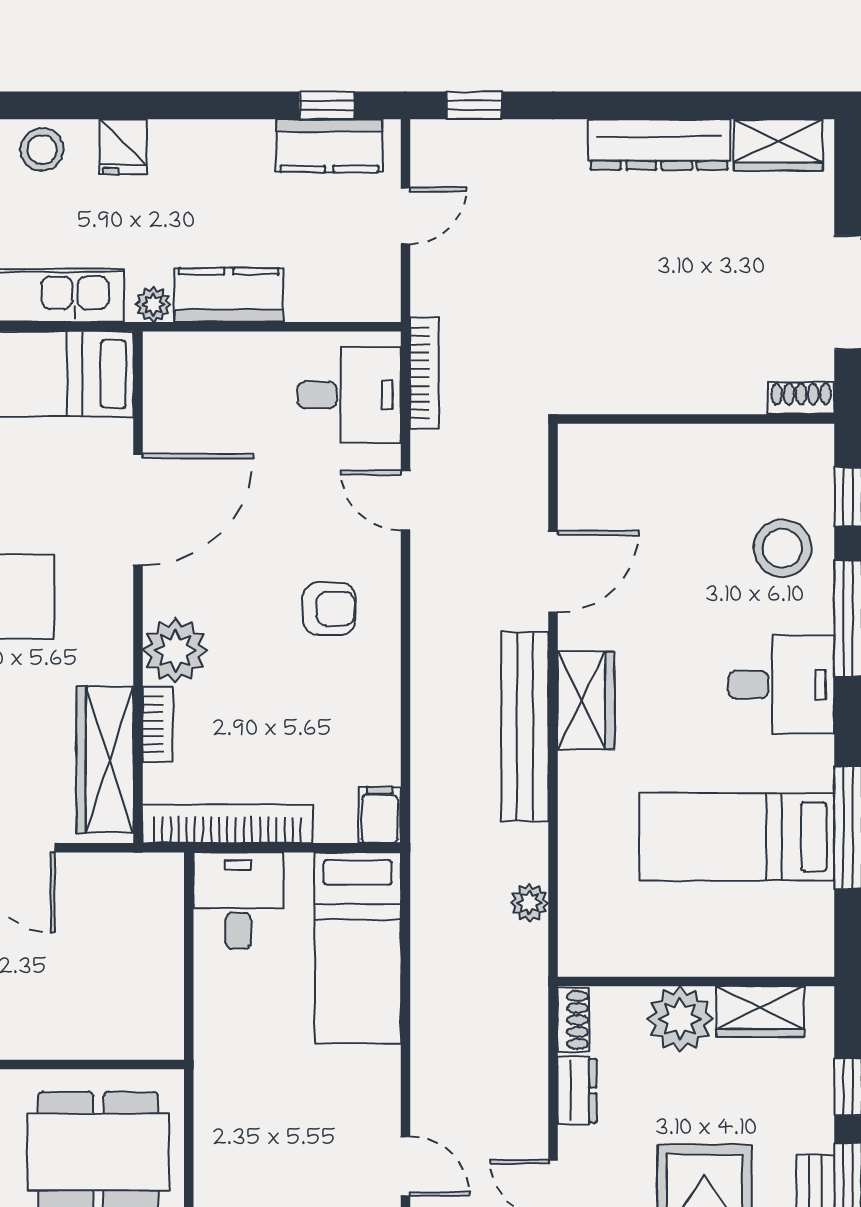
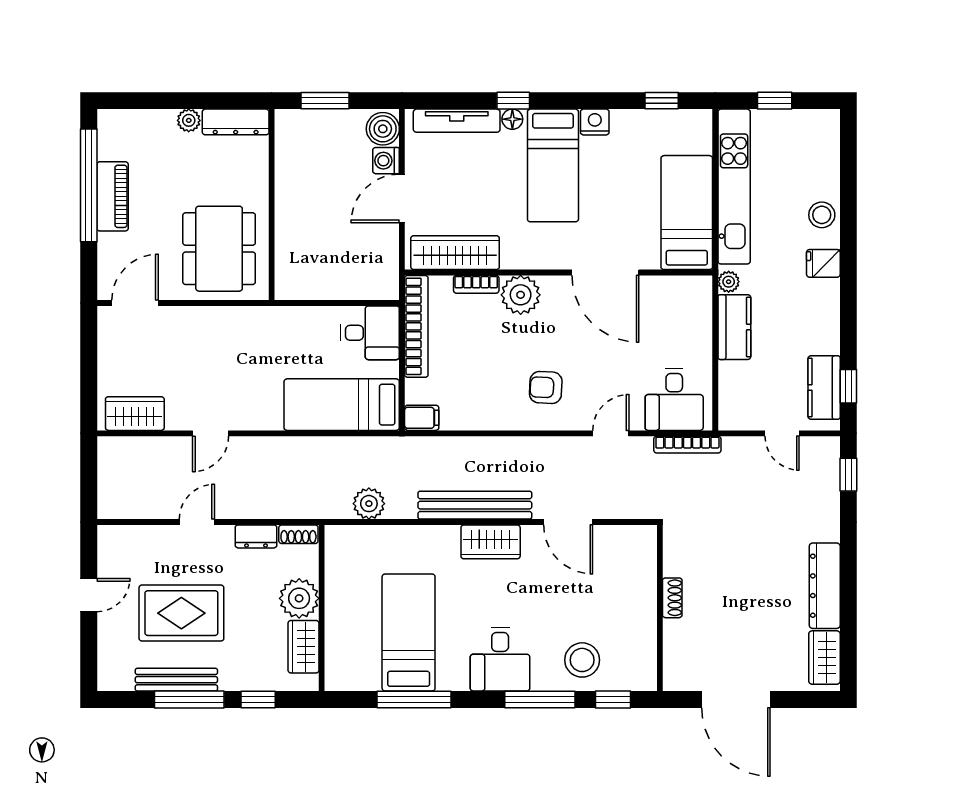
shoe rack: (801, 398) -> (672, 598), moved
armchair: (329, 609) -> (546, 387), turned 93
plant: (529, 903) -> (369, 504), width x1.38, depth x1.38

